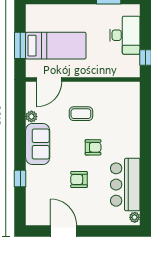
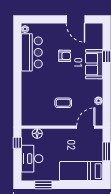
bed: (56, 46) -> (81, 171), moved
floor lamp: (118, 71) -> (37, 133), added
sofa: (38, 144) -> (94, 64), moved
armchair: (93, 147) -> (55, 79), removed

